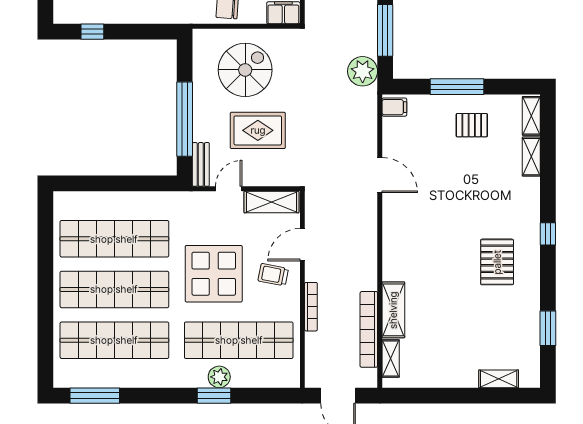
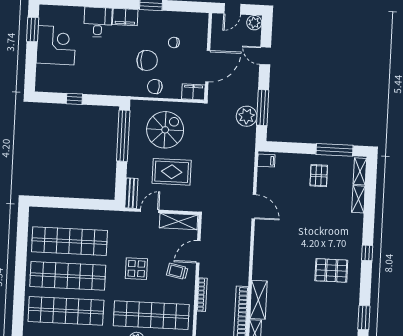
window: (92, 32) -> (74, 99), moved
plant: (363, 71) -> (247, 116), moved
window: (457, 87) -> (335, 150), moved
window: (185, 119) -> (123, 136), moved
pallet: (472, 125) -> (319, 176), turned 90
pallet: (497, 262) -> (331, 270), turned 90
display table: (214, 274) -> (136, 269), width x0.54, depth x0.54

